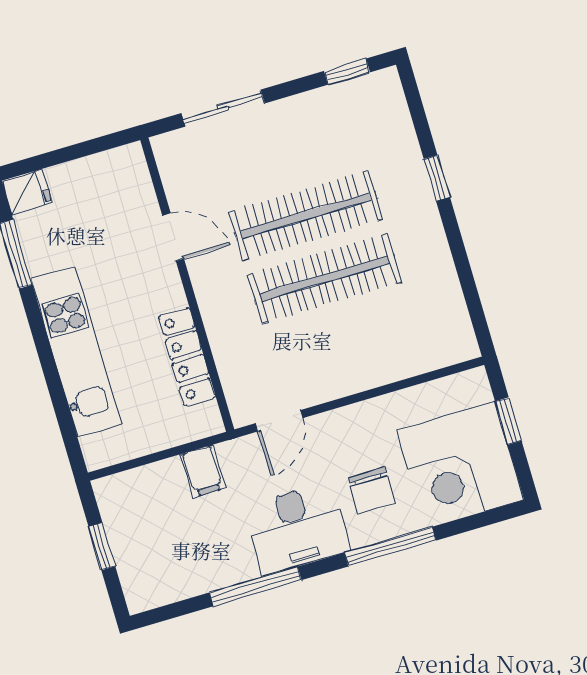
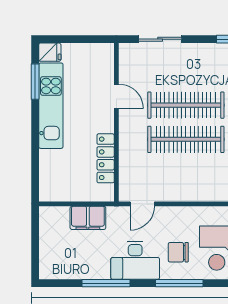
kitchen unit: (76, 352) -> (51, 106), moved
filing cabinet: (203, 471) -> (88, 218), width x2.00
chair: (372, 490) -> (178, 252), turned 90
window: (102, 546) -> (35, 241), removed

